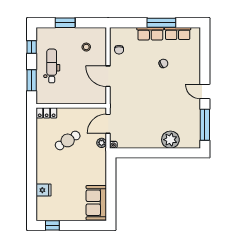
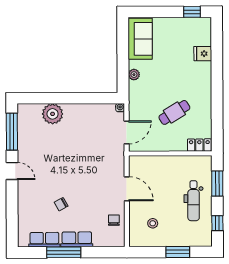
plant: (102, 143) -> (134, 75), moved

